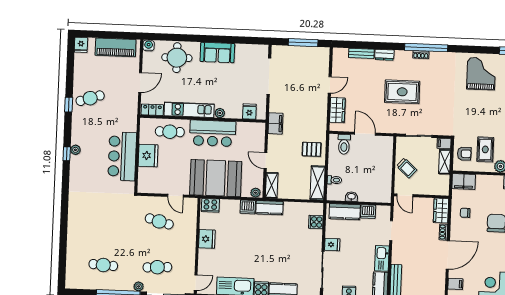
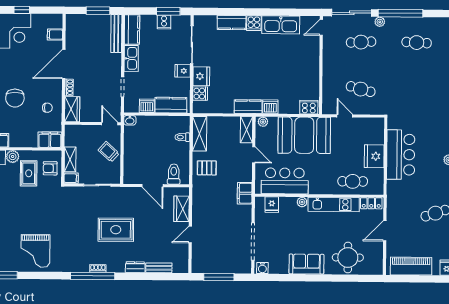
water cooler: (149, 45) -> (262, 268), moved
bar counter: (213, 133) -> (285, 181), moved
washbasin: (351, 197) -> (130, 120), moved
fridge: (207, 239) -> (201, 76), moved, turned 180

